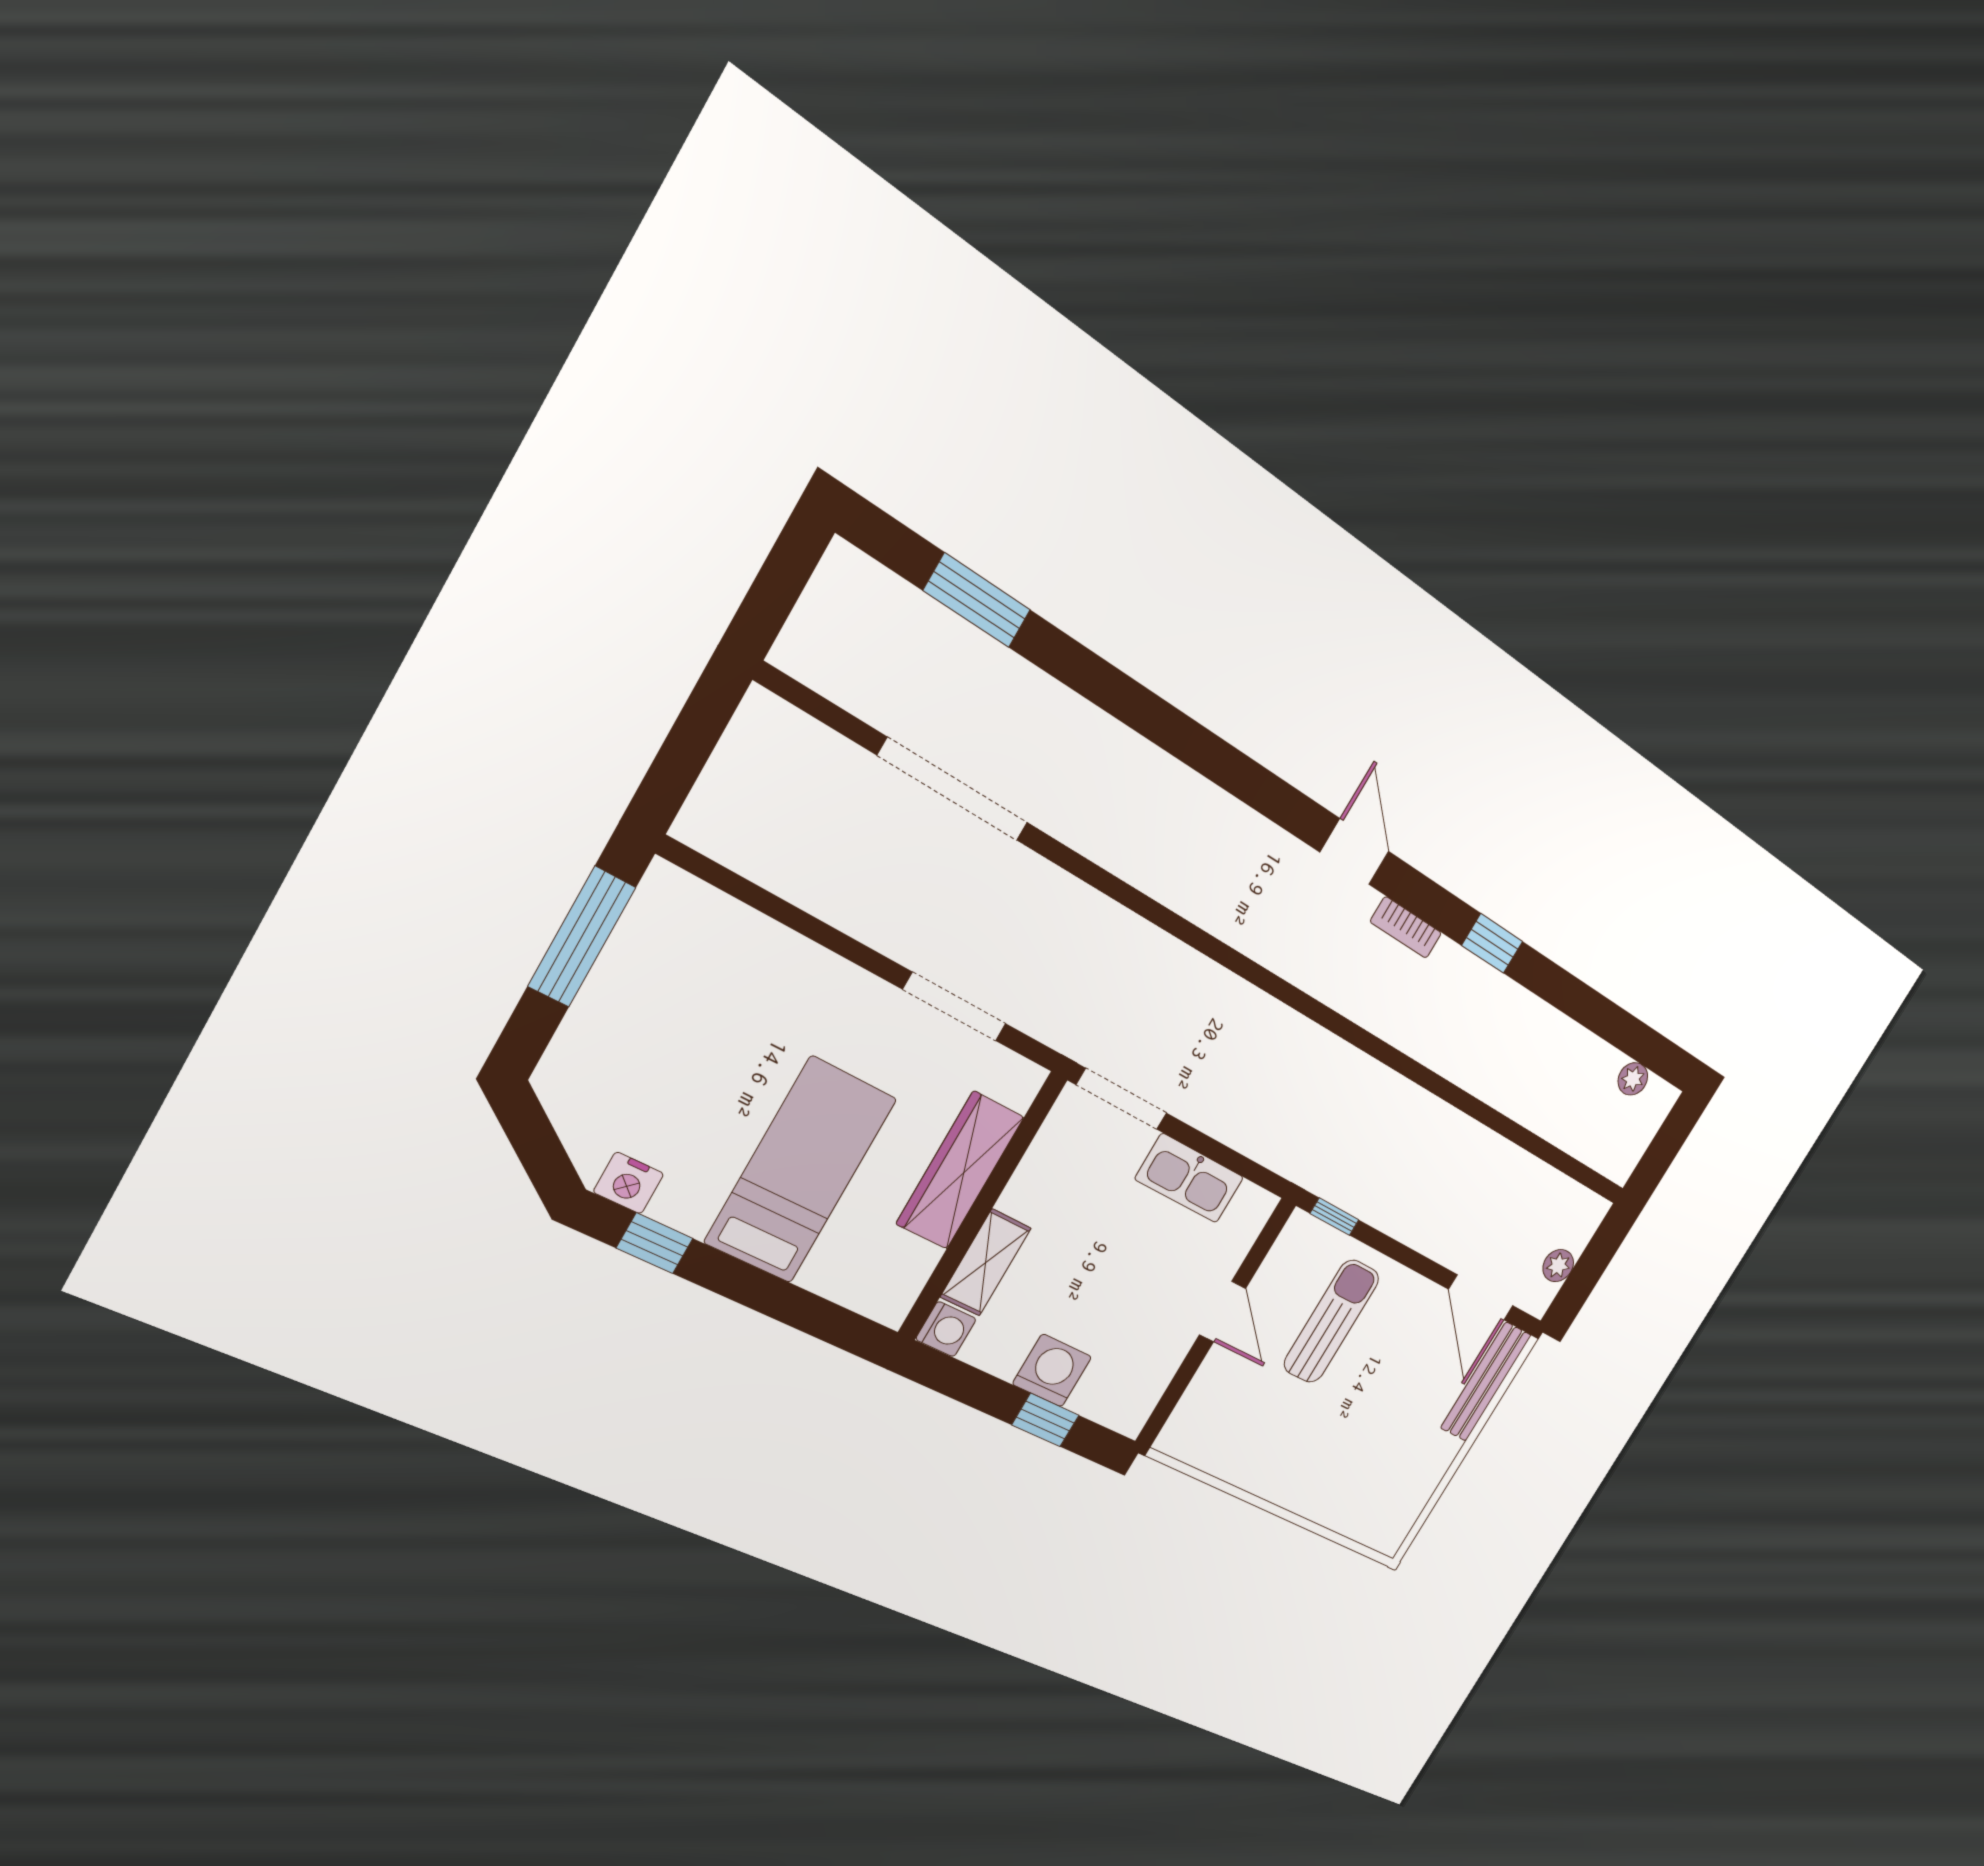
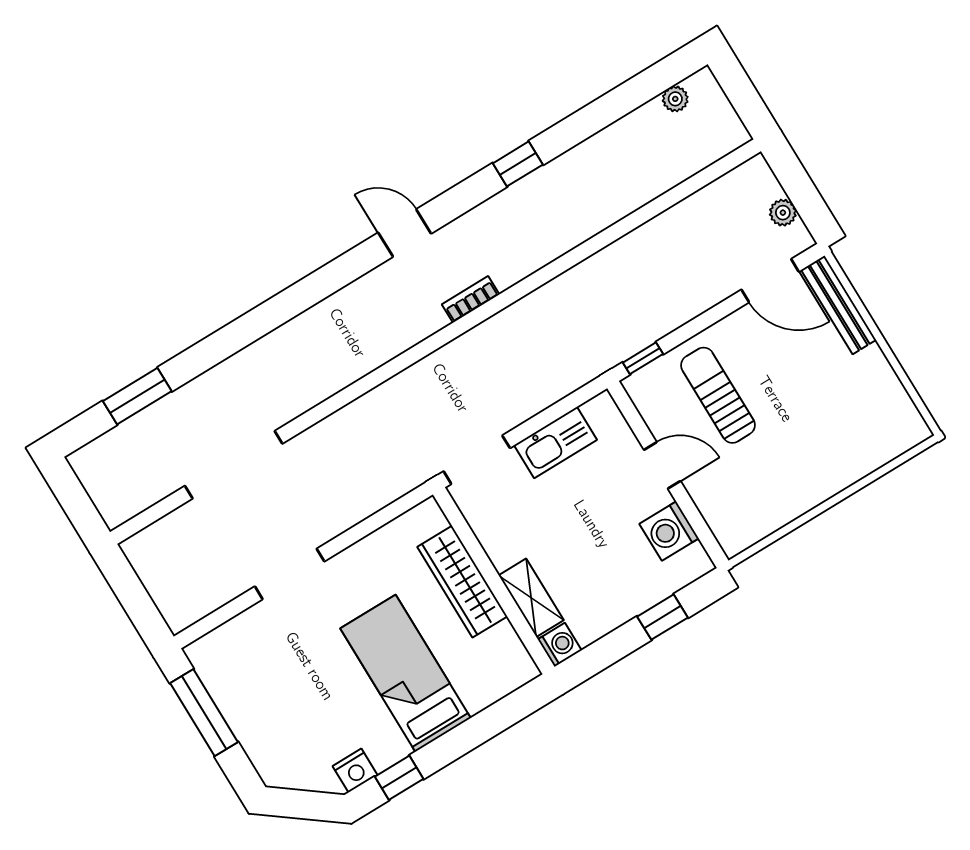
bookcase: (1406, 927) -> (471, 299), moved, turned 180
doorway: (954, 1007) -> (290, 574), moved
washing machine: (1052, 1370) -> (669, 531), moved, turned -90

